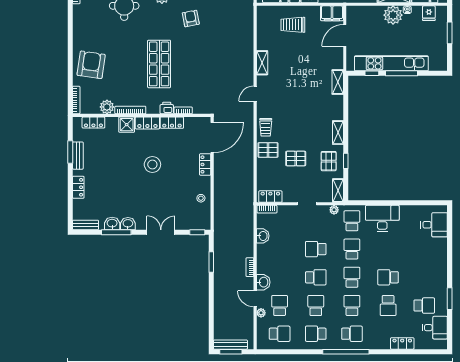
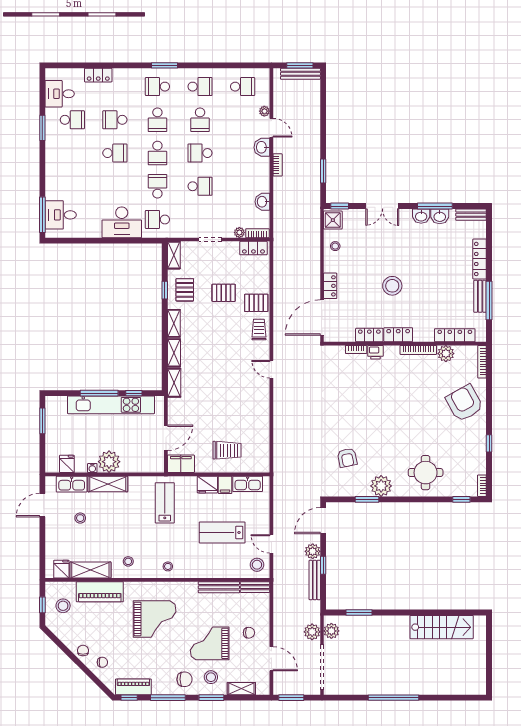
window: (70, 31) -> (489, 443), added
window: (450, 33) -> (42, 421), moved
shelving: (262, 63) -> (174, 353), moved
shop shelf: (159, 64) -> (384, 404), removed
armchair: (91, 65) -> (464, 403), turned 143
door: (255, 94) -> (271, 369), swing flipped
locker: (93, 123) -> (455, 335), width x1.53
shower: (127, 125) -> (333, 220), moved
window: (70, 152) -> (489, 300), width x1.44
locker: (78, 187) -> (480, 259), width x1.53
plant: (334, 210) -> (239, 233), moved
school desk: (352, 221) -> (157, 219), turned 90
window: (450, 225) -> (42, 215), added
school desk: (352, 249) -> (157, 186), turned 180
school desk: (280, 306) -> (243, 120), removed
school desk: (388, 306) -> (115, 120), turned -90
school desk: (424, 306) -> (72, 120), turned 180
school desk: (280, 334) -> (243, 87), turned 180
window: (346, 352) -> (164, 65), width x0.47

